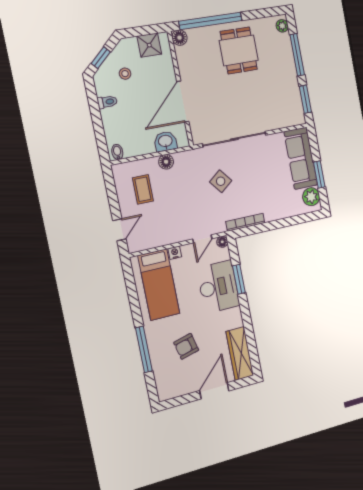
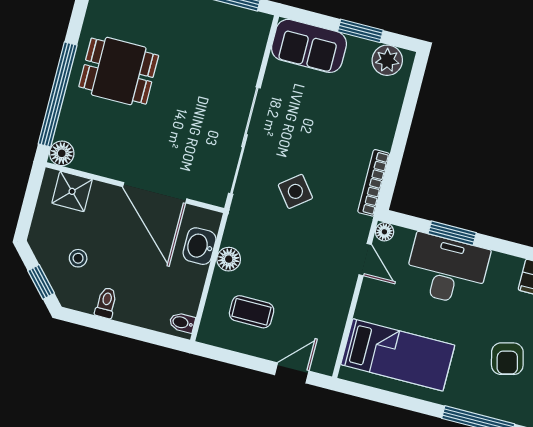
shower: (149, 45) -> (72, 191), moved
sofa: (301, 158) -> (309, 46), width x0.73
door: (119, 230) -> (292, 373), hinge flipped
nightstand: (175, 253) -> (364, 310), removed

